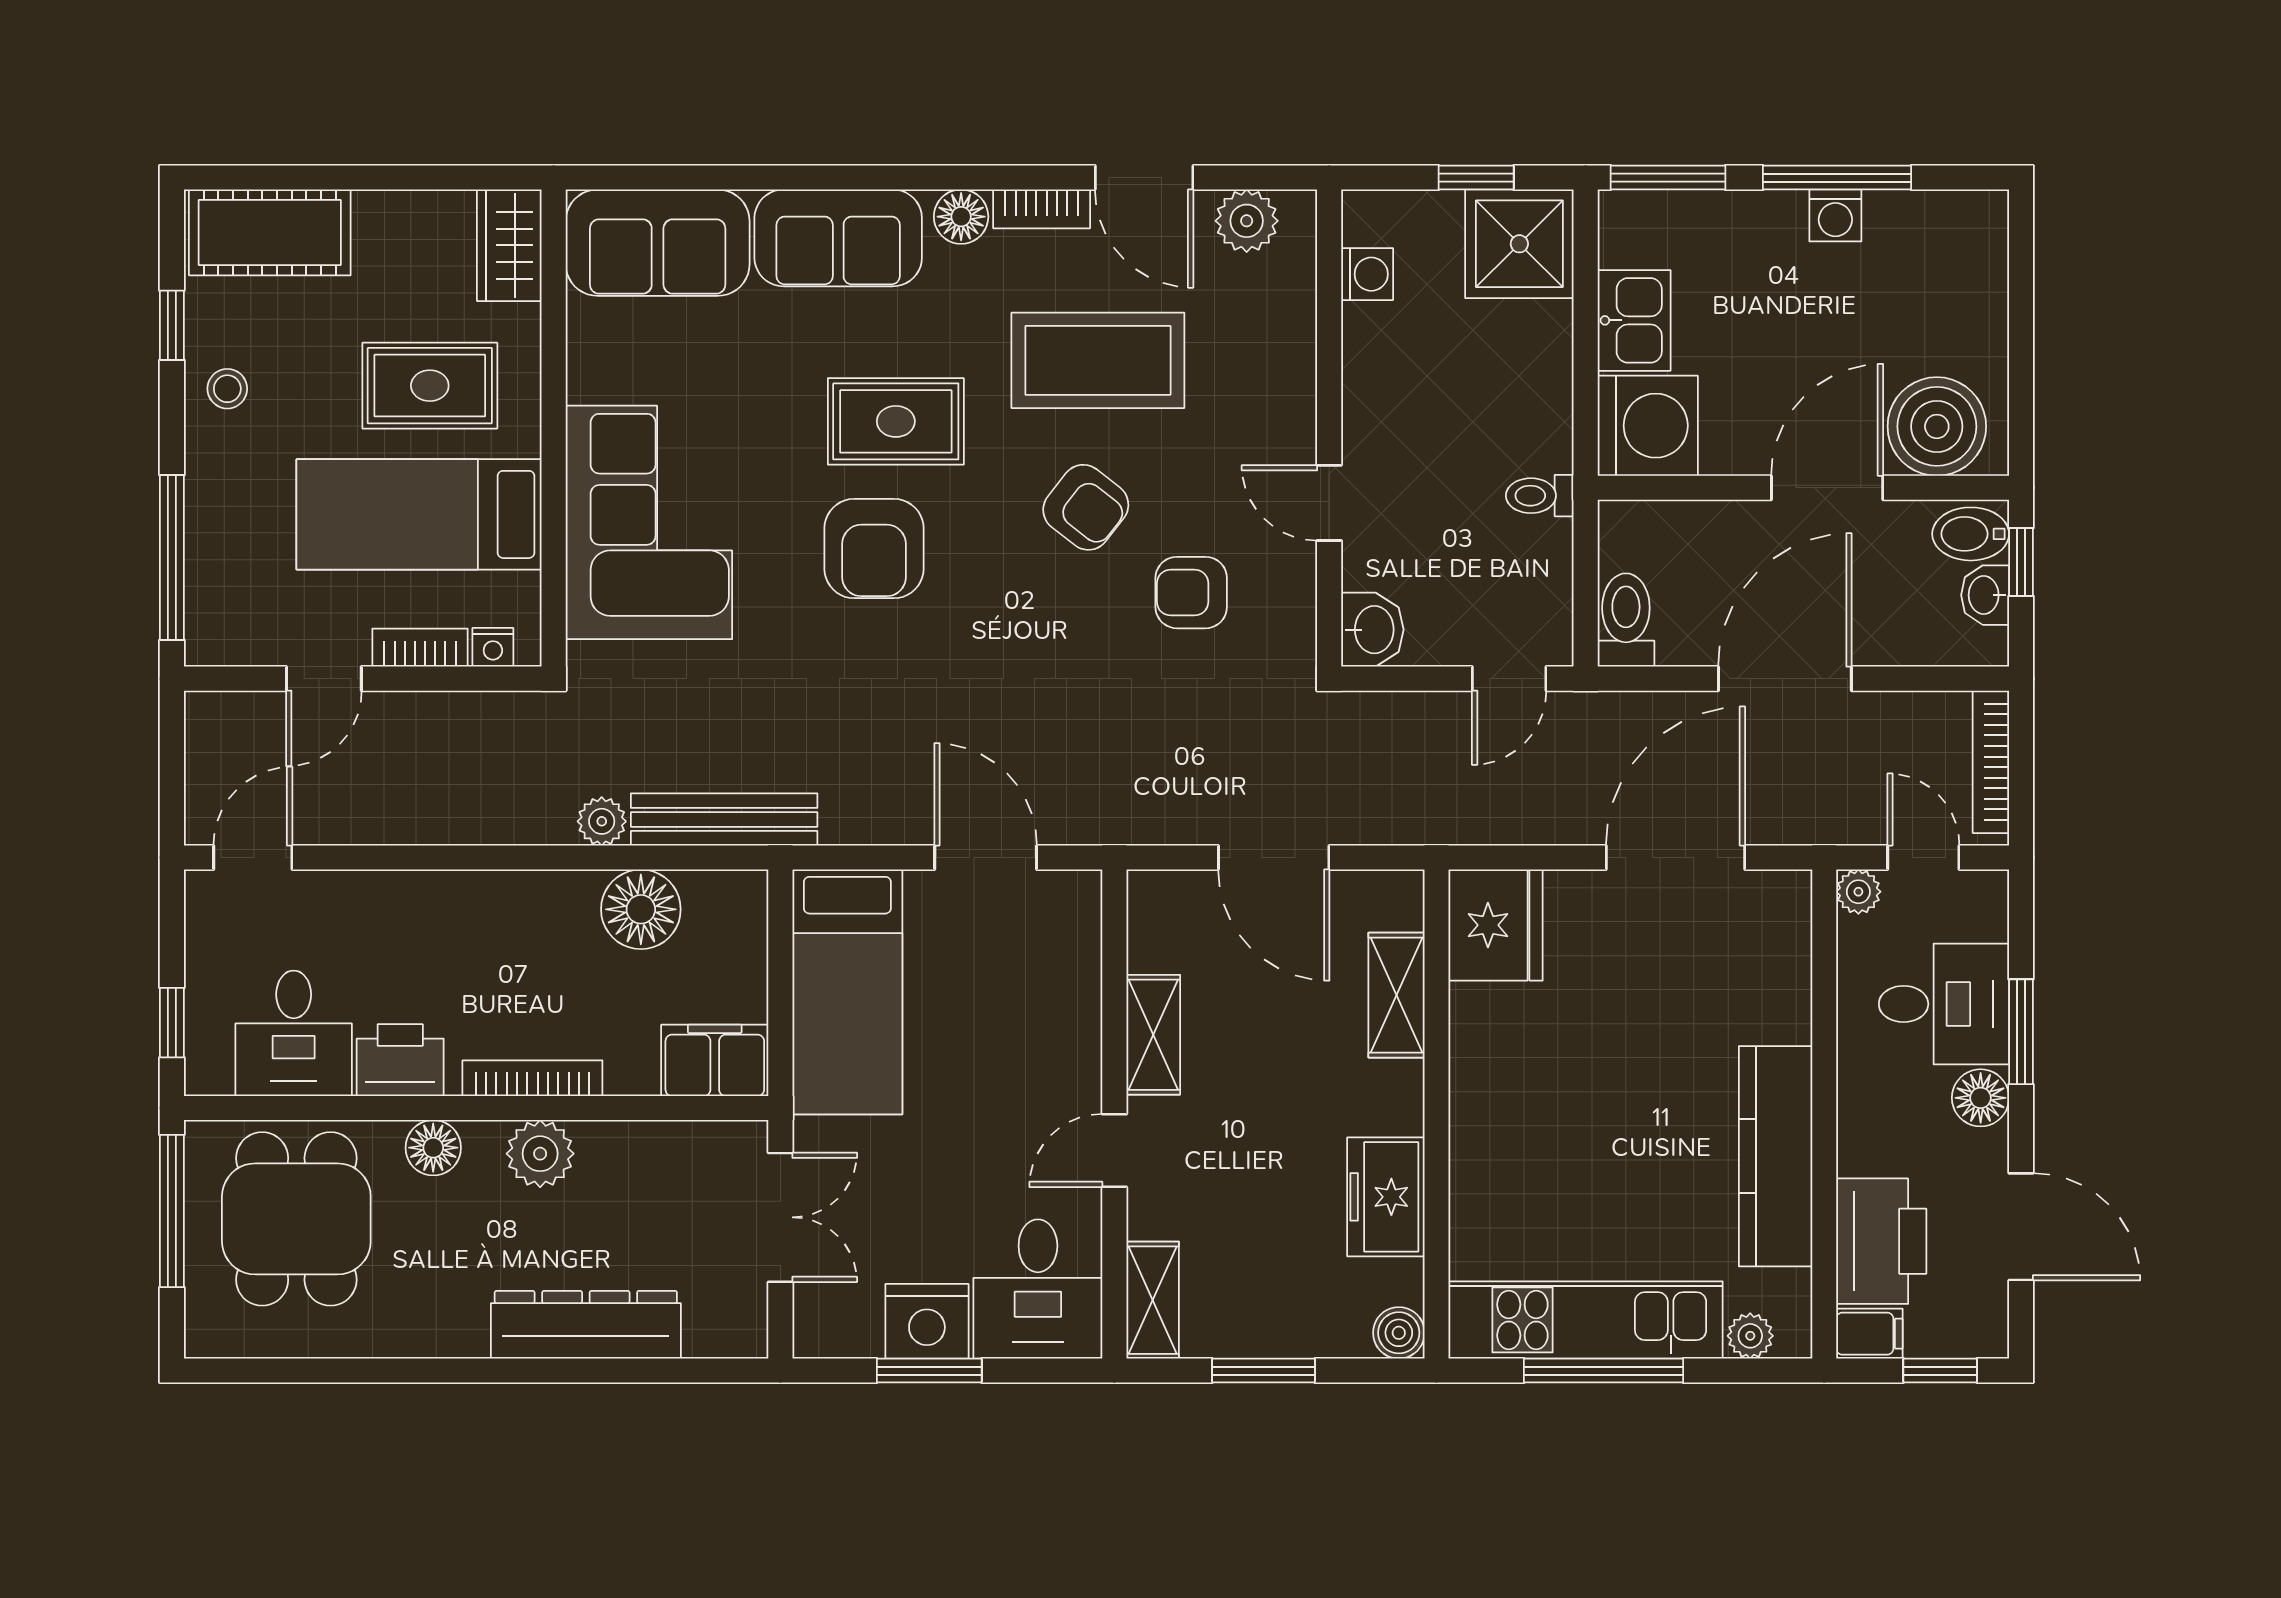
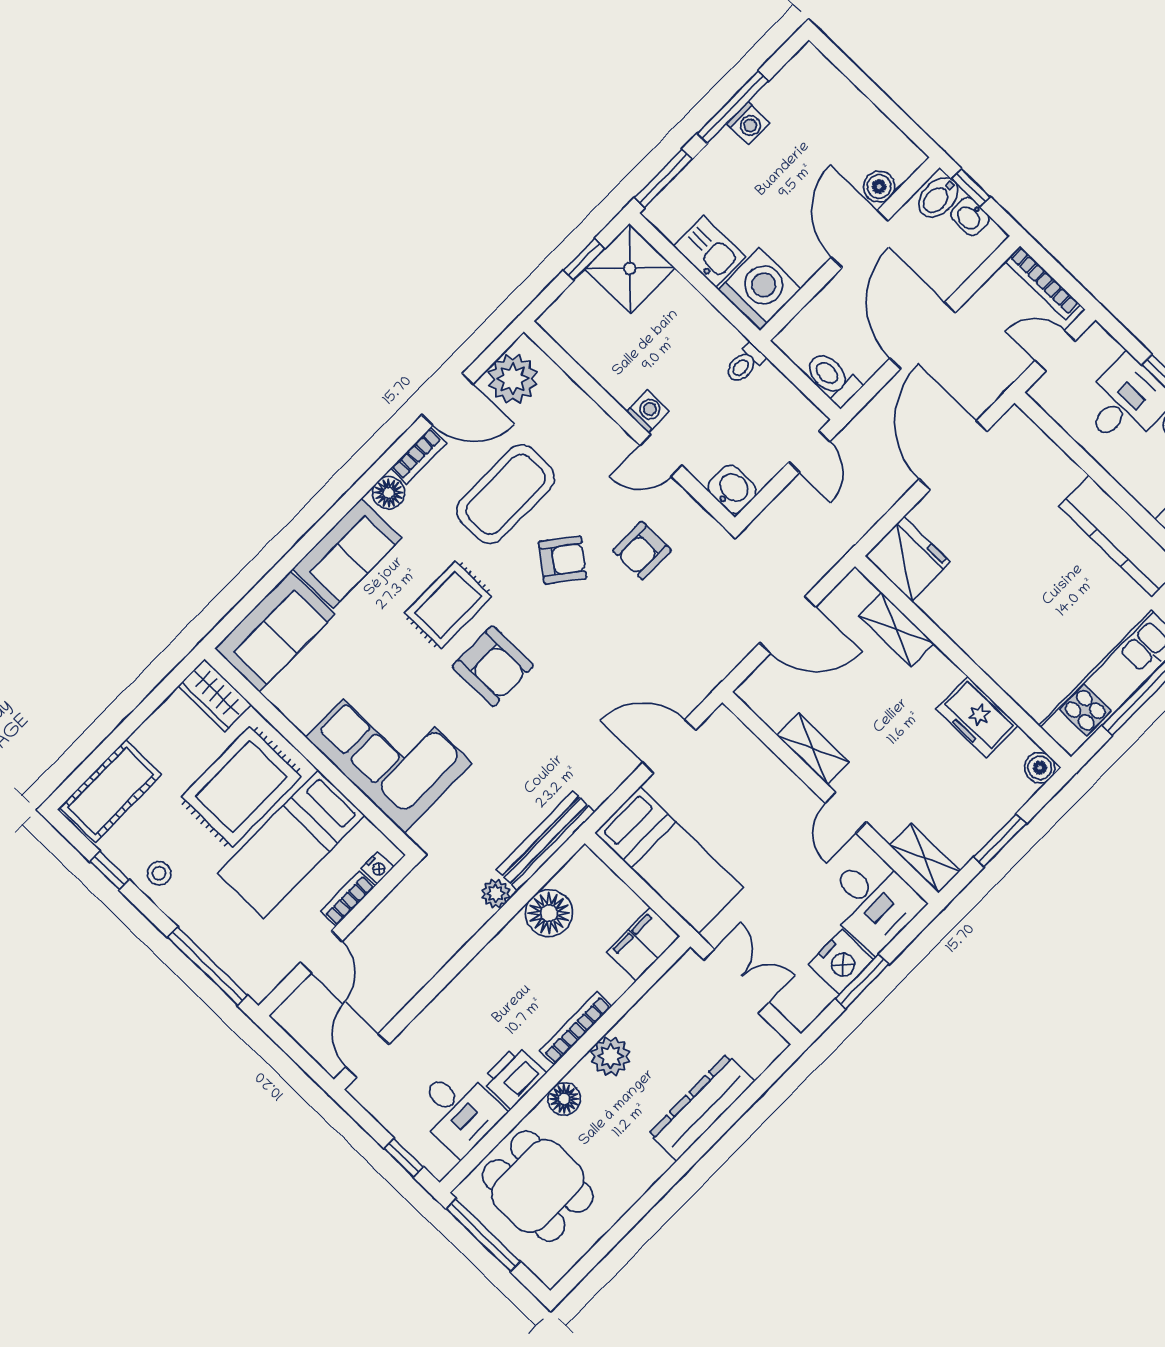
plant: (1247, 221) -> (513, 379), width x1.36, depth x1.36
washing machine: (1367, 274) -> (648, 411), moved
rug: (430, 386) -> (241, 787), width x1.36, depth x1.43
boiler: (1937, 426) -> (879, 187), width x0.54, depth x0.54
plant: (1858, 892) -> (1043, 392), removed

